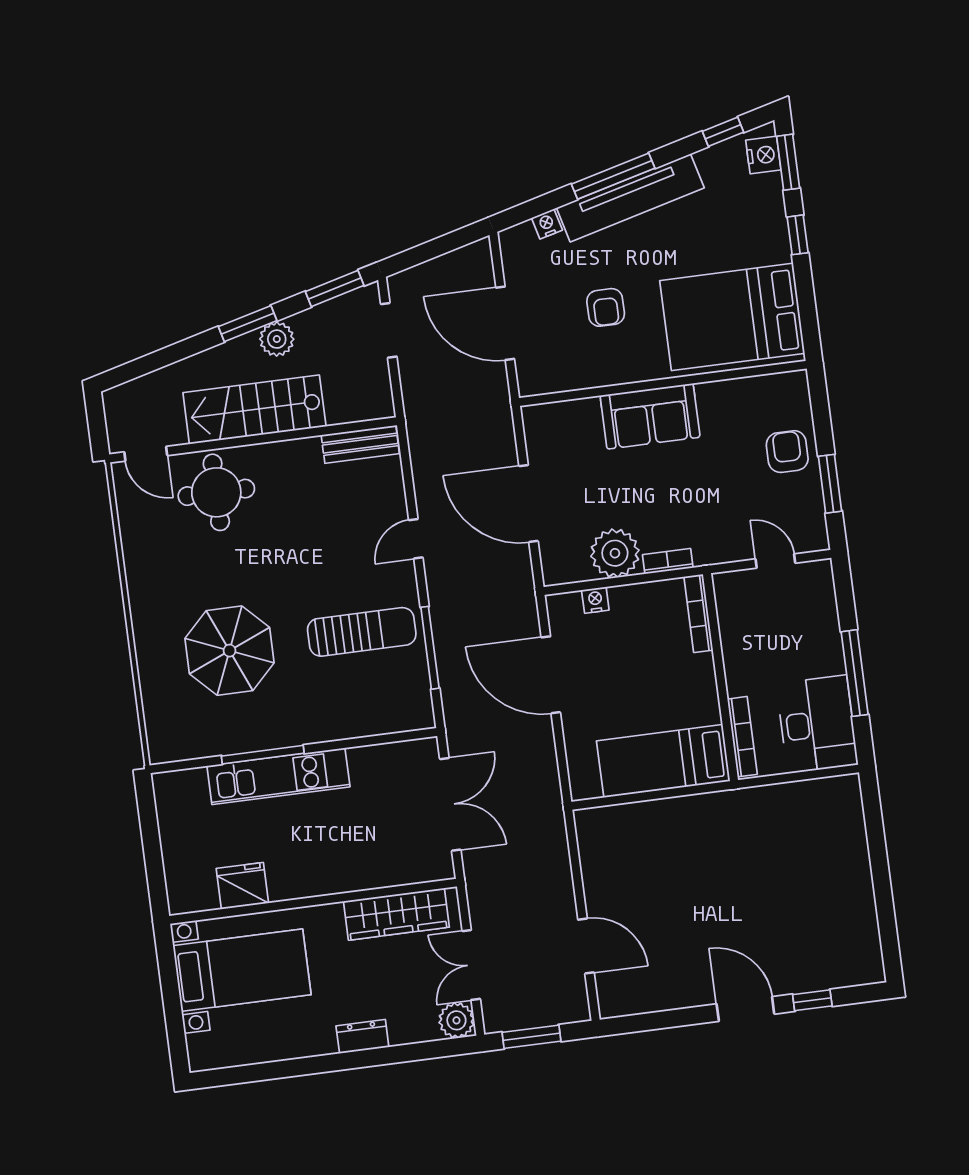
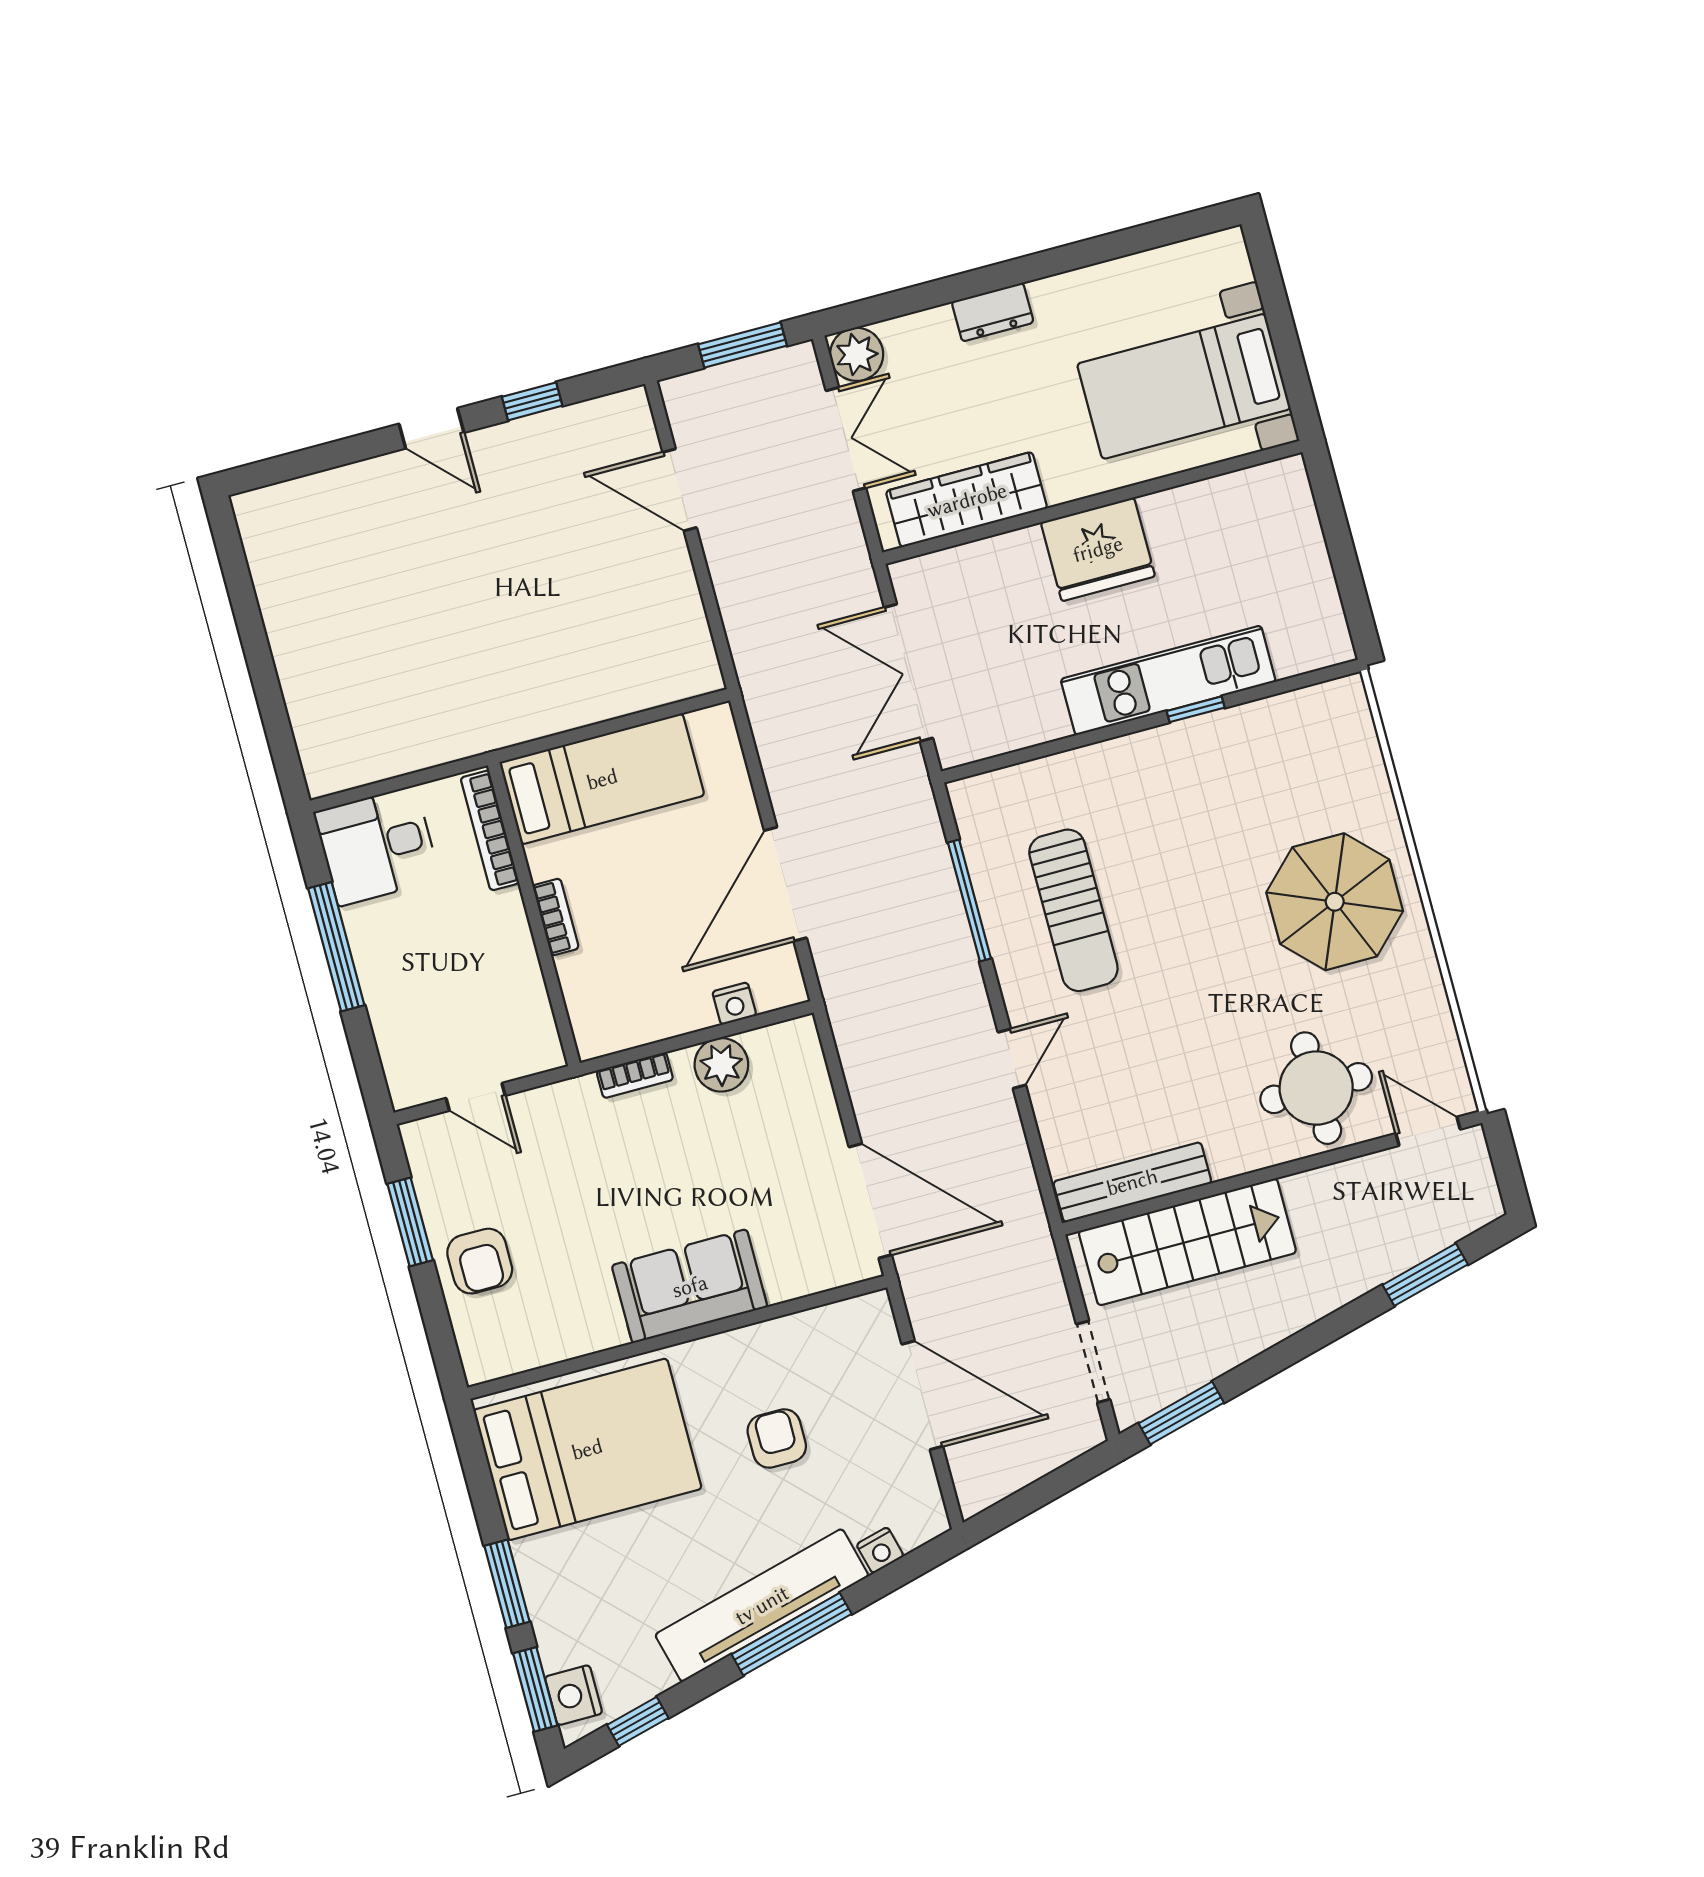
window: (798, 235) -> (507, 1584), width x1.50
window: (248, 324) -> (1425, 1275), moved
plant: (277, 339) -> (1257, 1327), removed
stairs: (254, 410) -> (1187, 1242), moved
bench: (360, 444) -> (1132, 1182), width x1.36
door: (529, 503) -> (870, 1201), moved
plant: (615, 553) -> (721, 1065), width x0.73, depth x0.73
bookcase: (698, 613) -> (556, 917), moved, width x0.64
sun lounger: (362, 632) -> (1073, 910), turned -90
parasol: (230, 651) -> (1335, 902), moved
door: (551, 675) -> (785, 884), swing flipped
desk: (817, 724) -> (377, 846), width x0.73
window: (263, 755) -> (1196, 709), width x0.46
fridge: (242, 886) -> (1098, 549), moved, width x1.36, depth x1.34
window: (812, 1000) -> (532, 401), moved
door: (745, 1009) -> (431, 428), width x0.73

